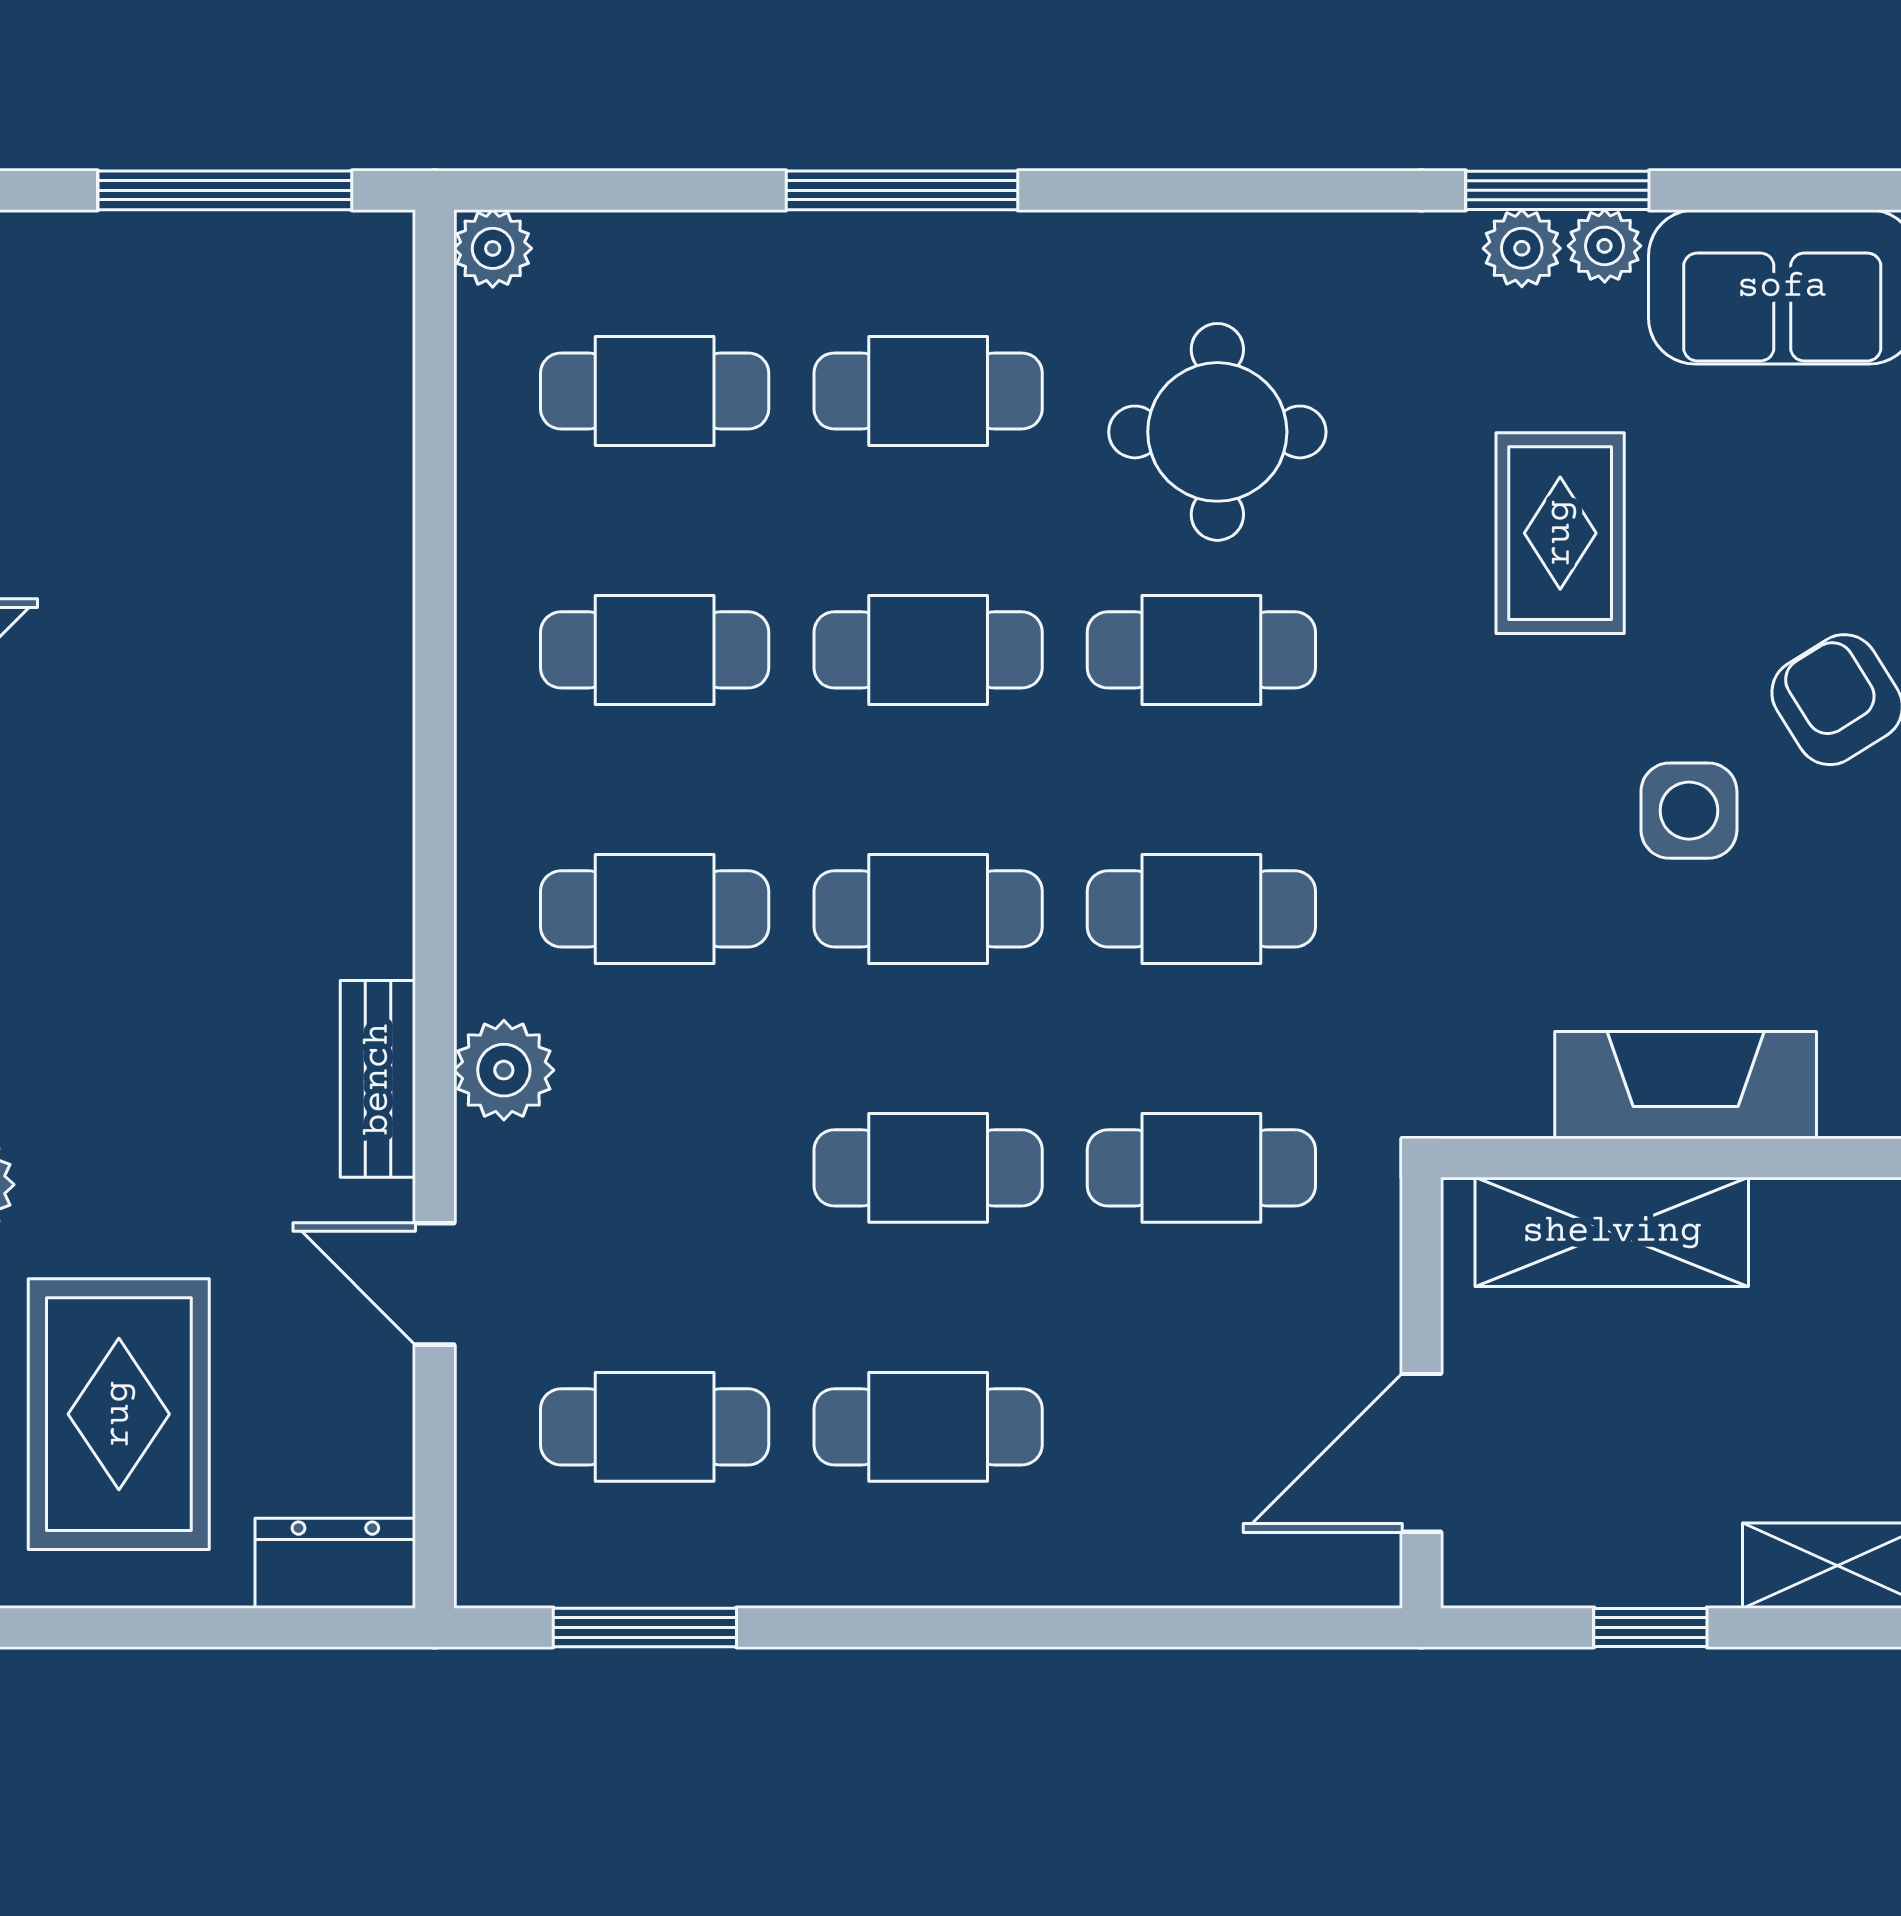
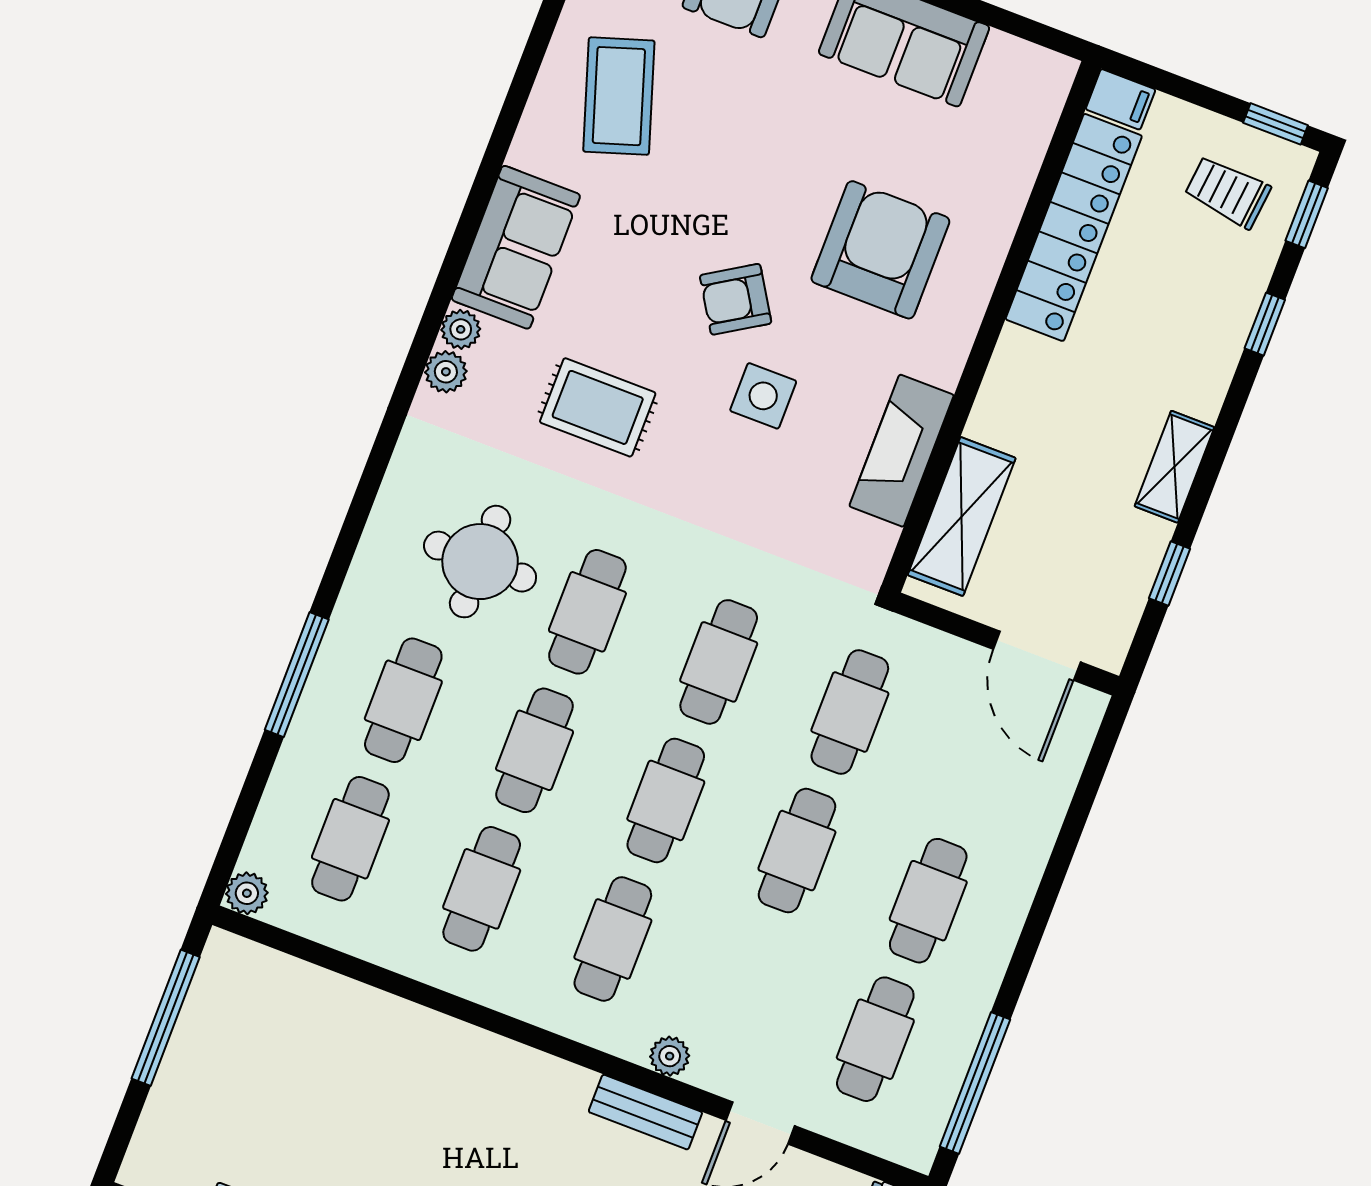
window: (1557, 190) -> (423, 343), removed
plant: (504, 1070) -> (670, 1056), width x0.73, depth x0.73
window: (645, 1627) -> (975, 1083), width x1.44

